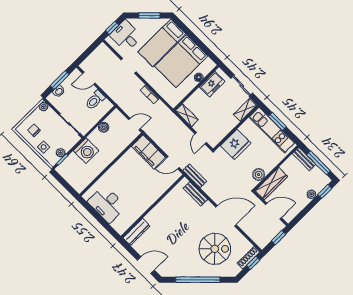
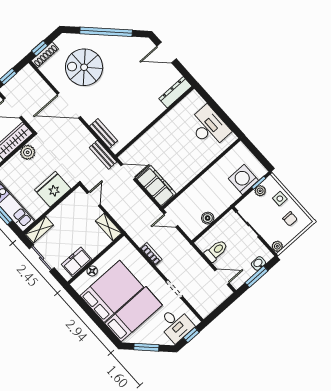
washing machine: (86, 151) -> (243, 180), moved

